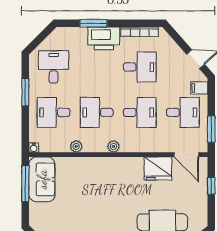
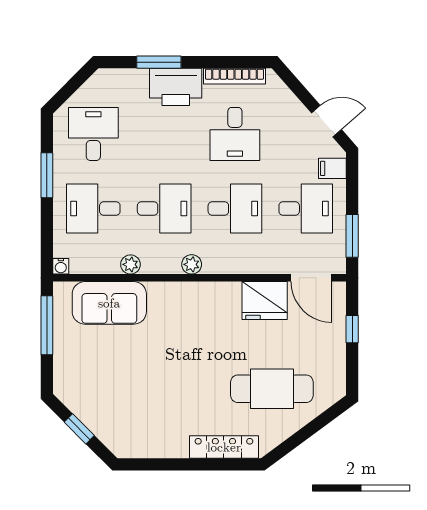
desk: (140, 67) -> (235, 134), turned 90
desk: (97, 112) -> (164, 209), turned 180
sofa: (42, 179) -> (109, 303), moved, turned 90

